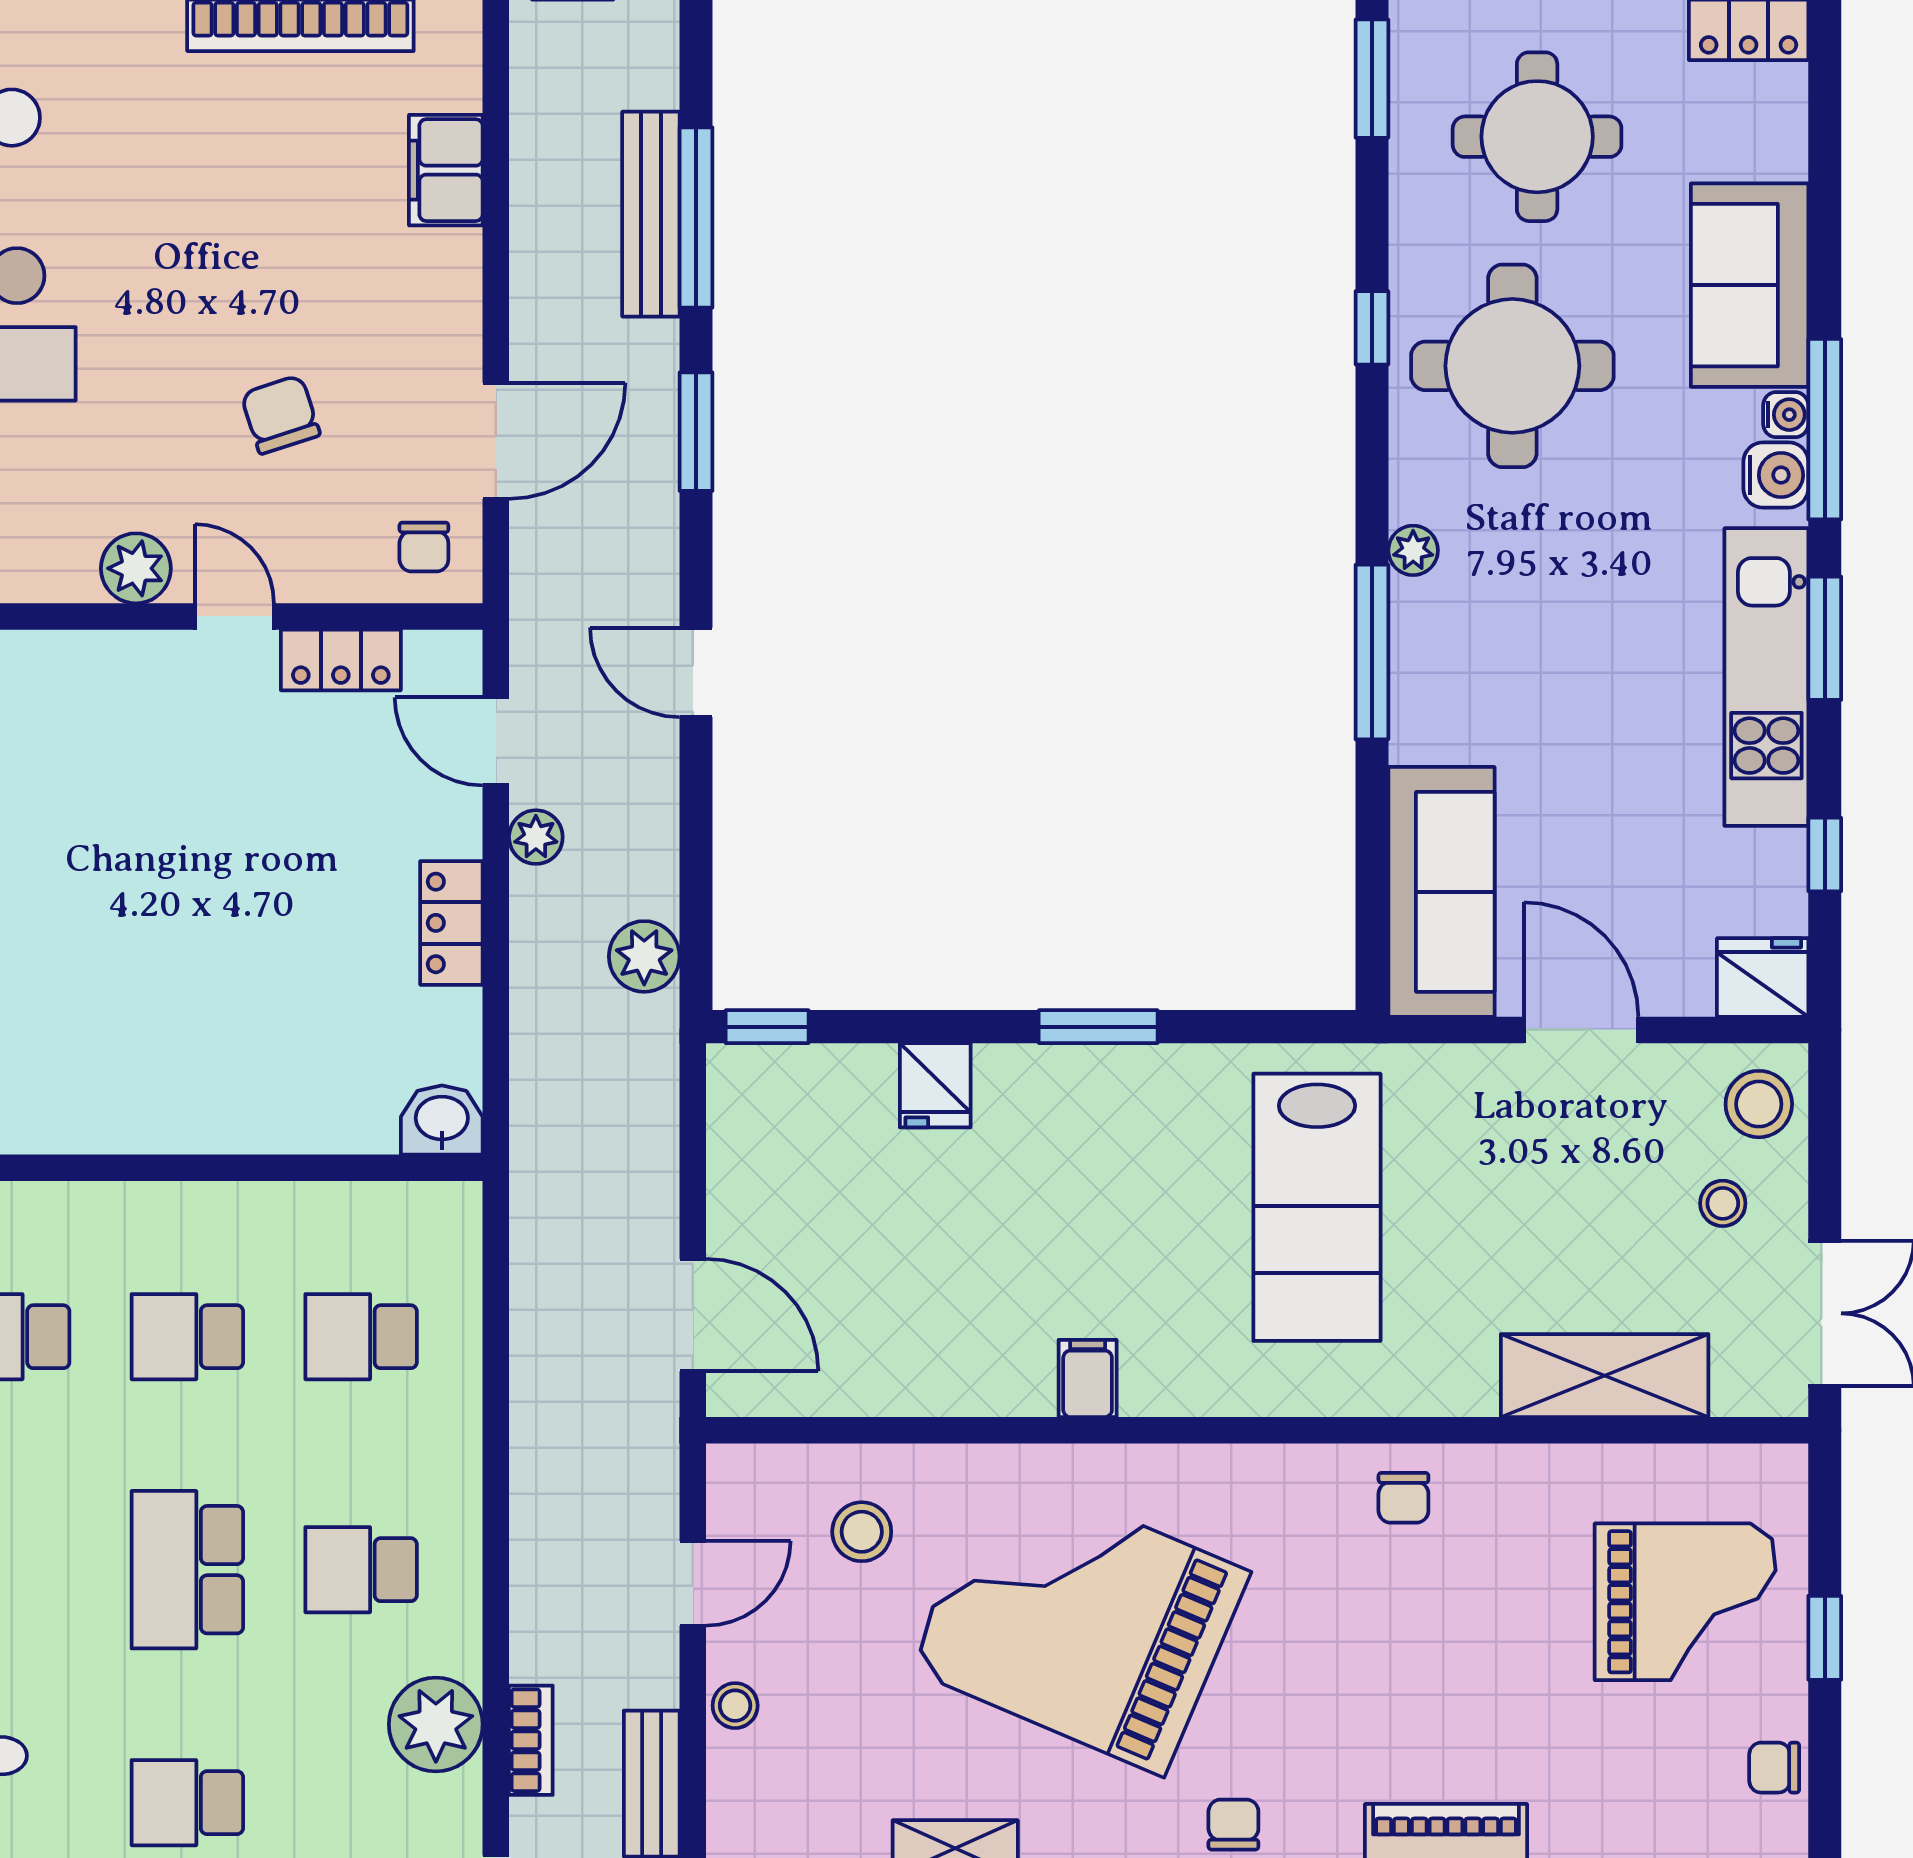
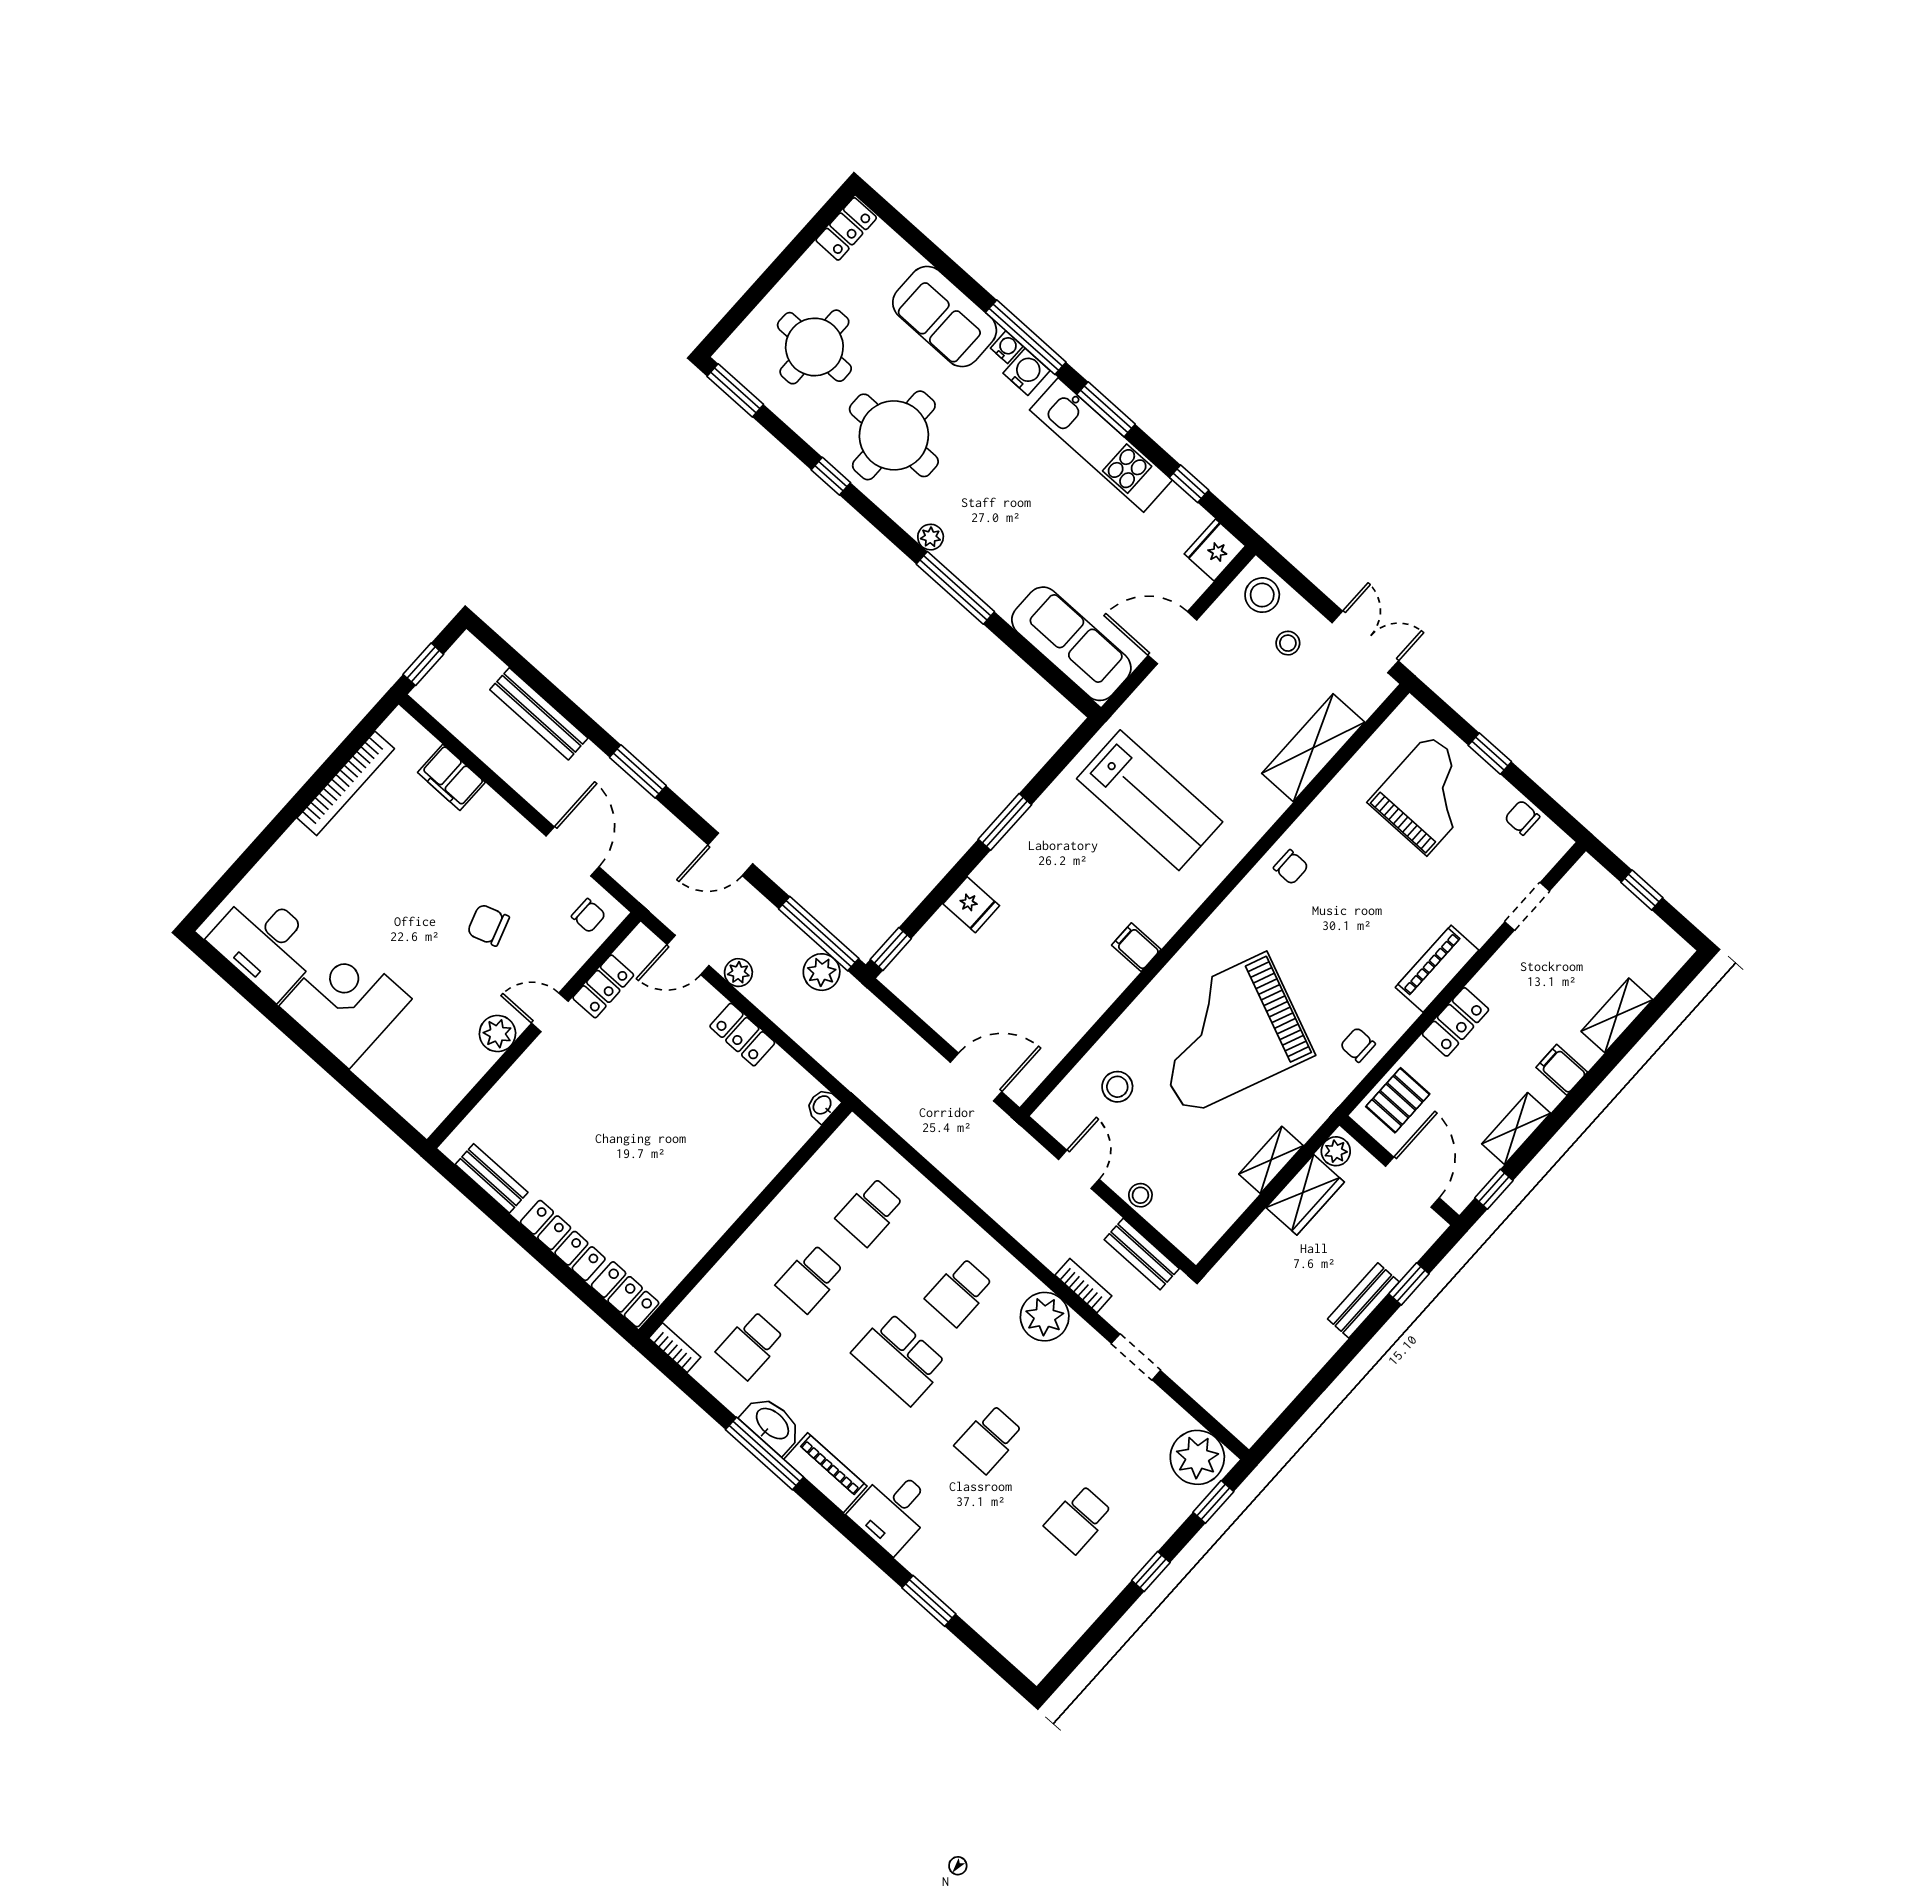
window: (696, 217) -> (819, 934), moved
washbasin: (442, 1120) -> (823, 1105), width x0.72, depth x0.69
chair: (1774, 1768) -> (1522, 818), turned 90

